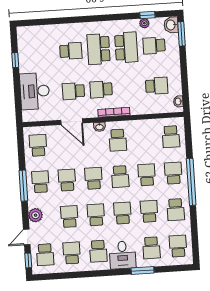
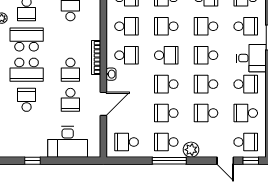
school desk: (144, 138) -> (127, 26), added
plant: (36, 215) -> (191, 150), moved

